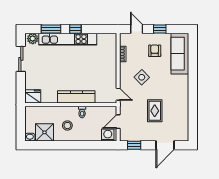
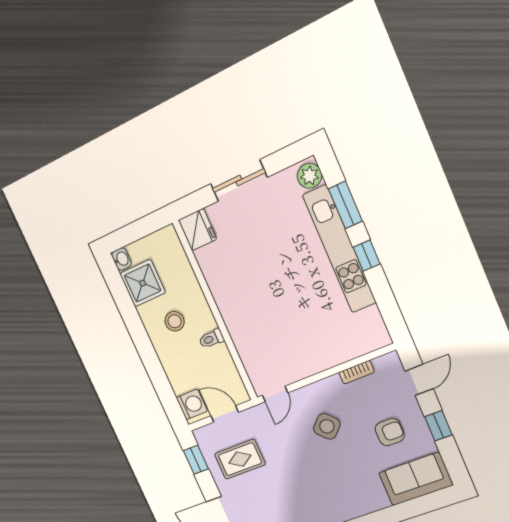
sofa: (180, 54) -> (416, 479), width x0.73
sliding door: (21, 59) -> (239, 181), moved
kitchen counter: (76, 97) -> (234, 315), removed
rug: (155, 111) -> (240, 459), moved

